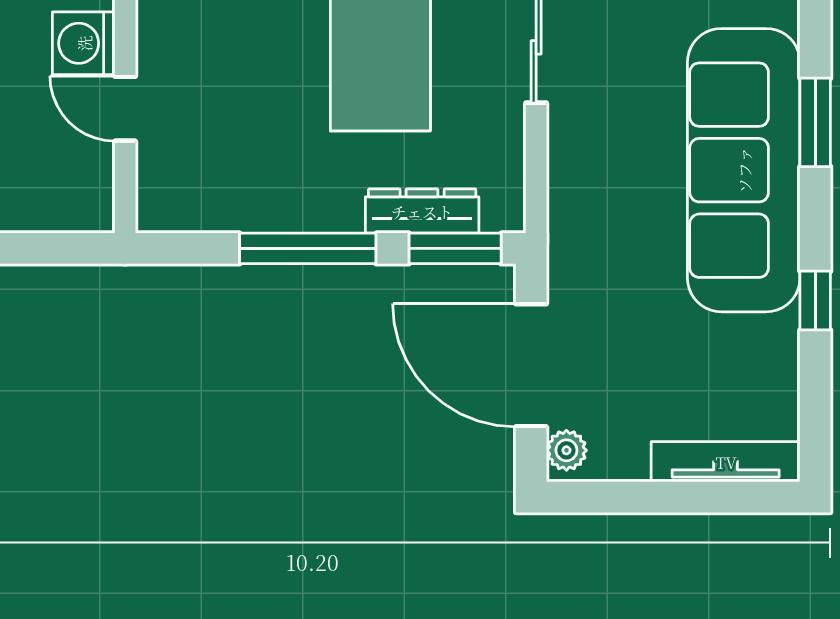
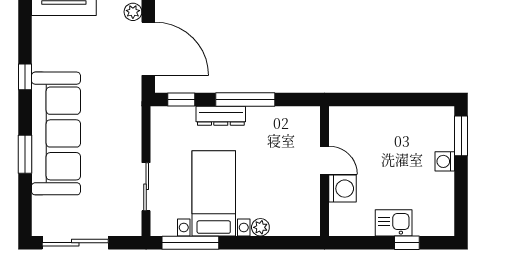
dresser: (422, 211) -> (221, 116), moved
window: (455, 248) -> (181, 99), width x0.67

